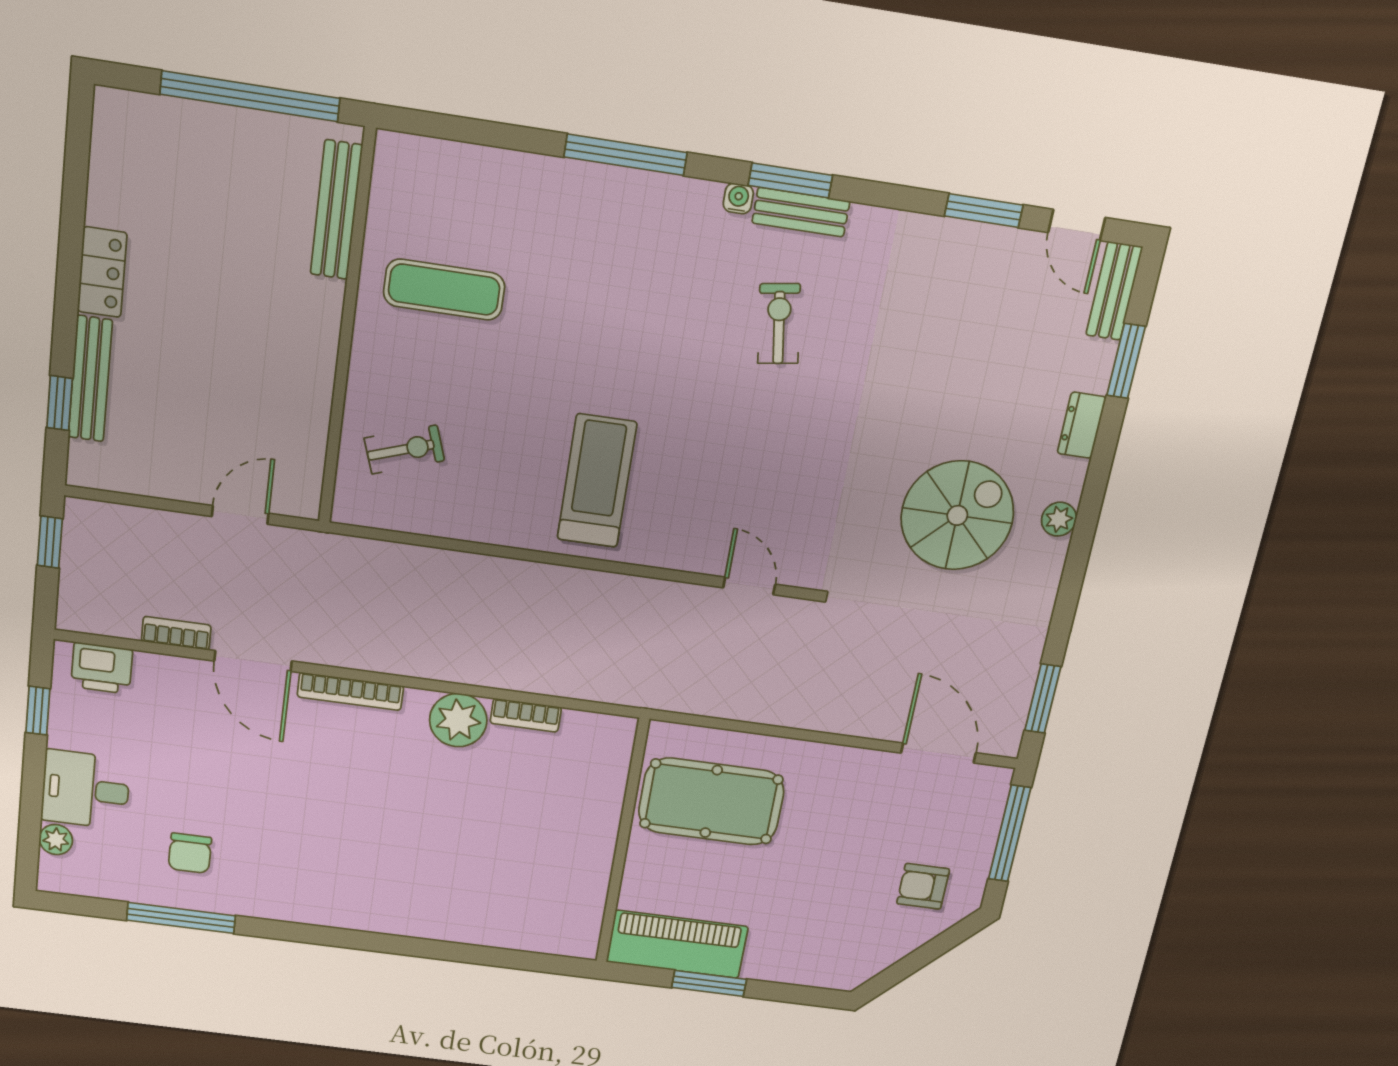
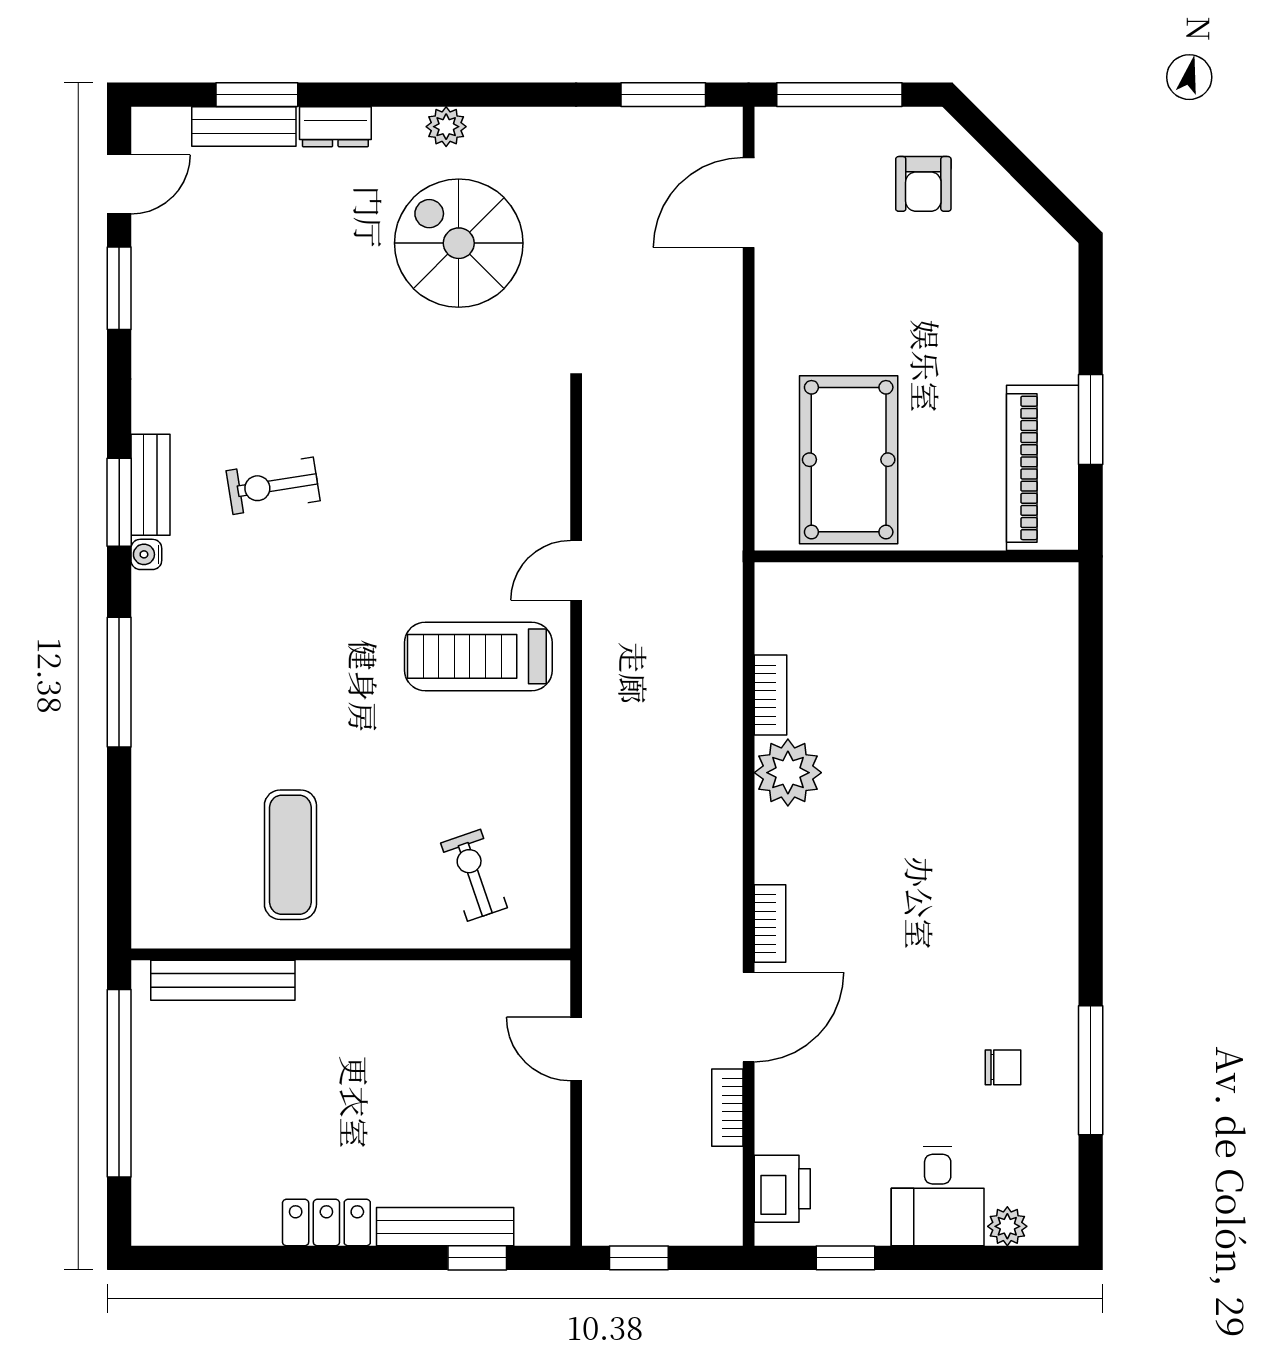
bench: (1114, 291) -> (244, 126), moved
door: (749, 586) -> (576, 570), moved
bookcase: (350, 691) -> (770, 923), width x0.64
chair: (190, 853) -> (1003, 1067), width x0.73, depth x0.73

